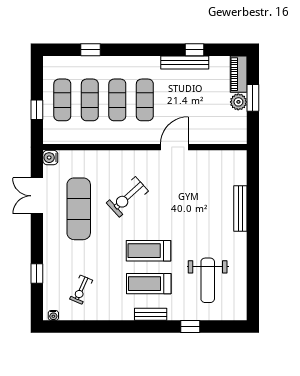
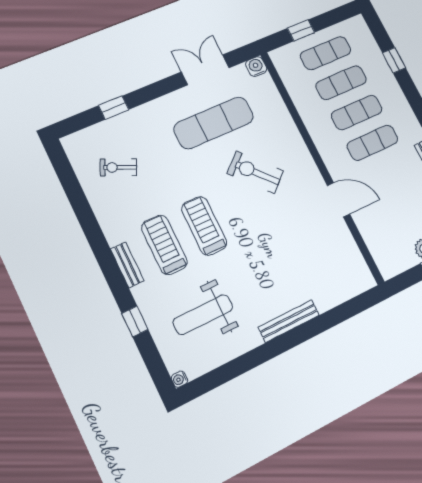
bench: (240, 209) -> (289, 321), moved
water cooler: (53, 315) -> (179, 379), moved

